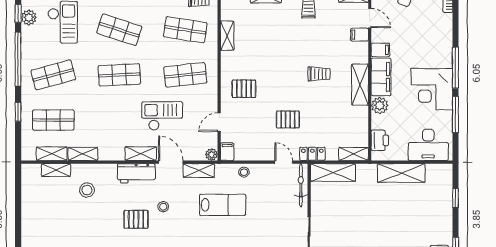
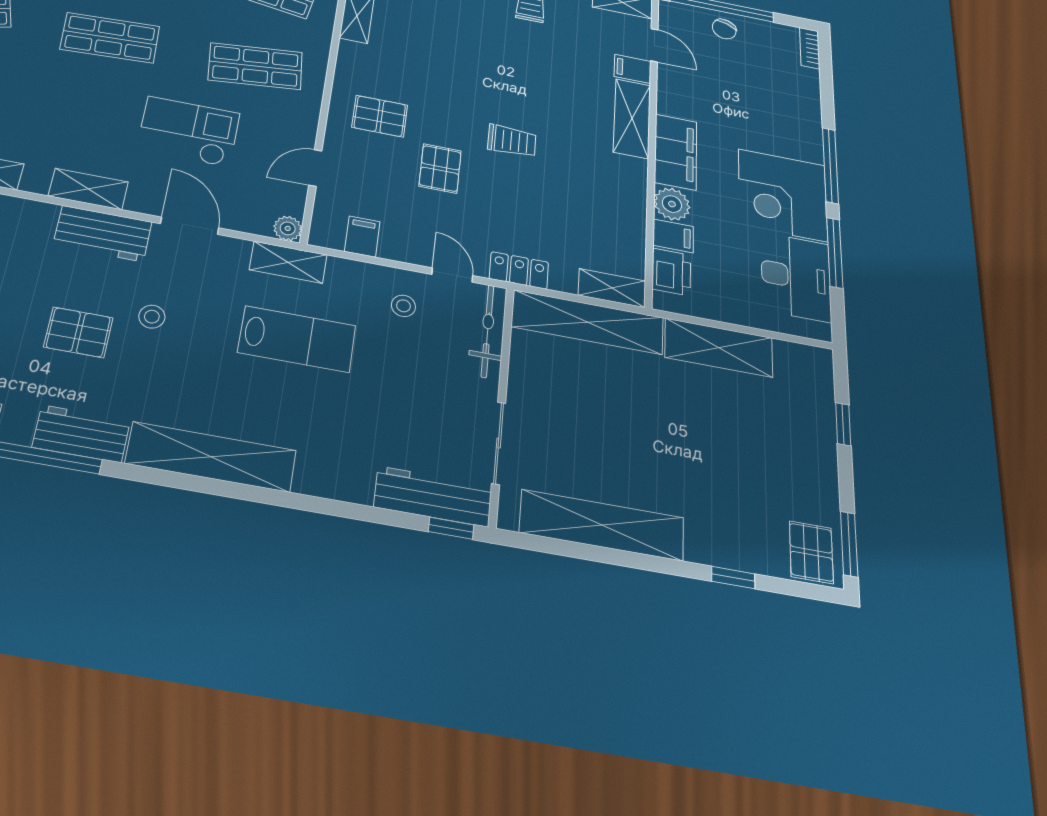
filing cabinet: (380, 50) -> (673, 236), moved
trolley: (319, 74) -> (512, 141), moved
shelving: (360, 85) -> (632, 118), moved
pallet: (288, 119) -> (440, 169), moved, turned 90
desk: (428, 145) -> (796, 277), moved, turned -90
filing cabinet: (227, 152) -> (362, 236), moved
shelving: (141, 154) -> (88, 189), moved
shelving: (199, 171) -> (288, 262), moved
stool: (244, 172) -> (403, 306), moved
shelving: (333, 173) -> (588, 322), width x1.47

